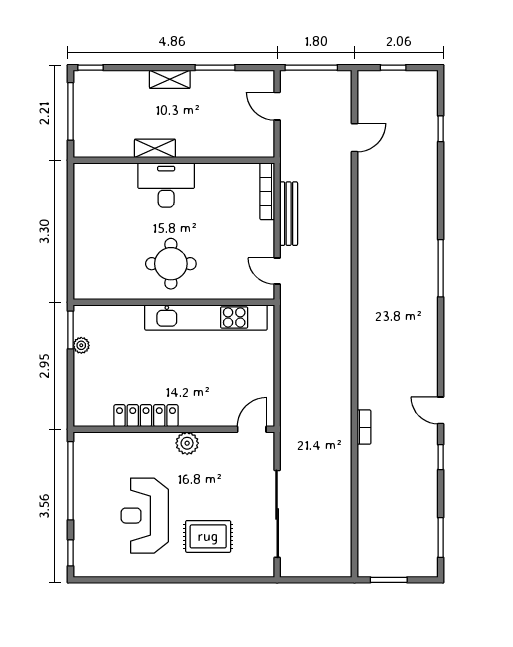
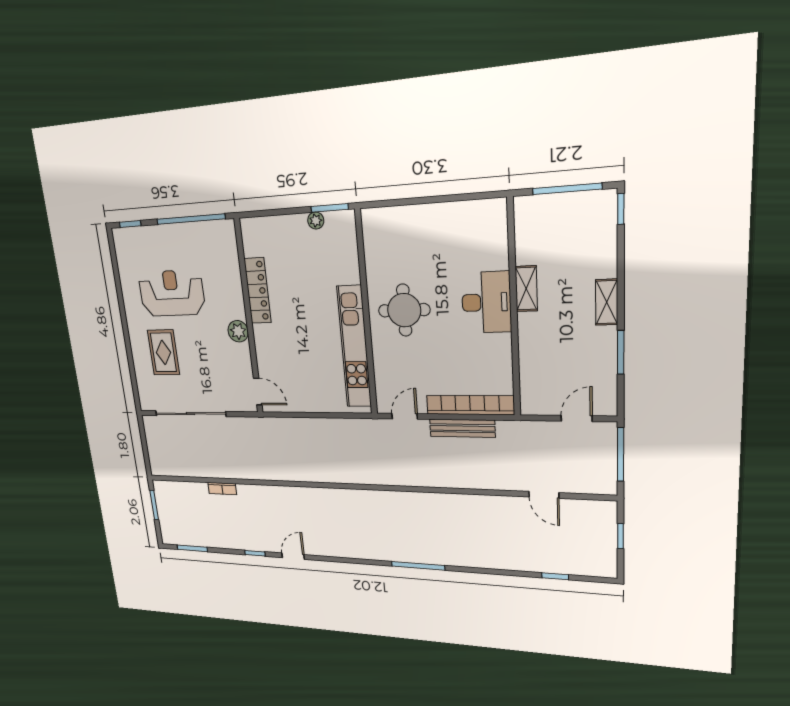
bookcase: (267, 191) -> (470, 405), width x1.48, depth x1.31
bookcase: (364, 427) -> (222, 489), moved

